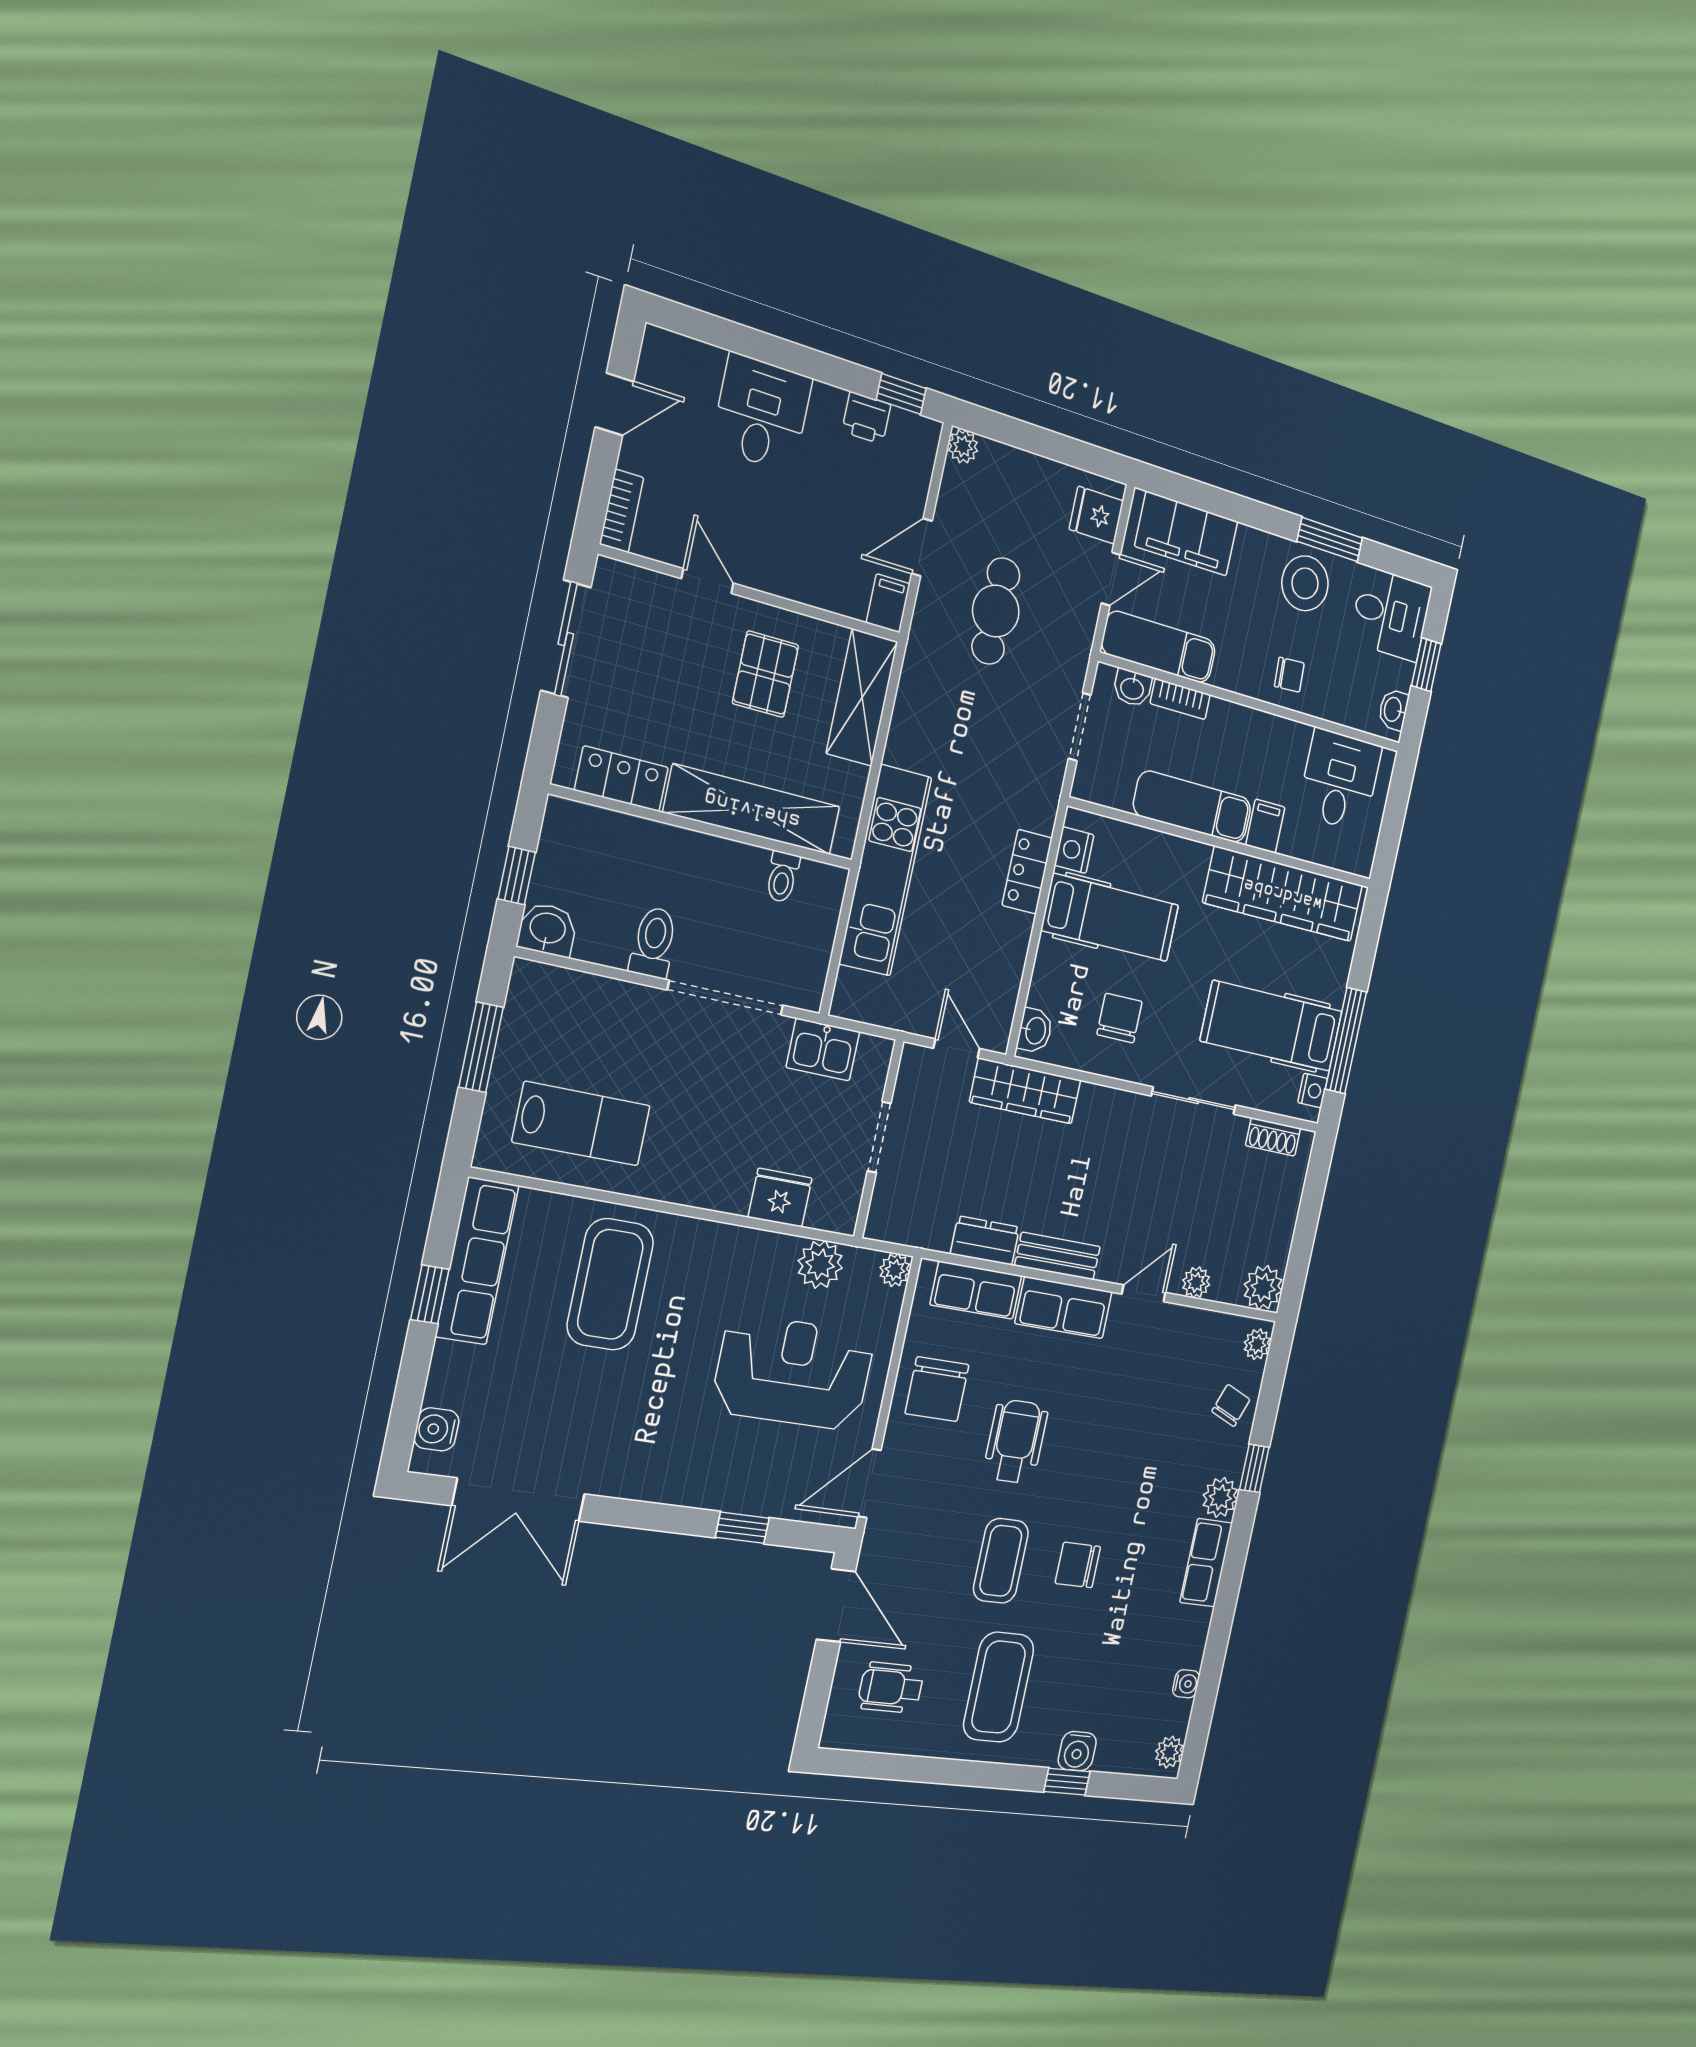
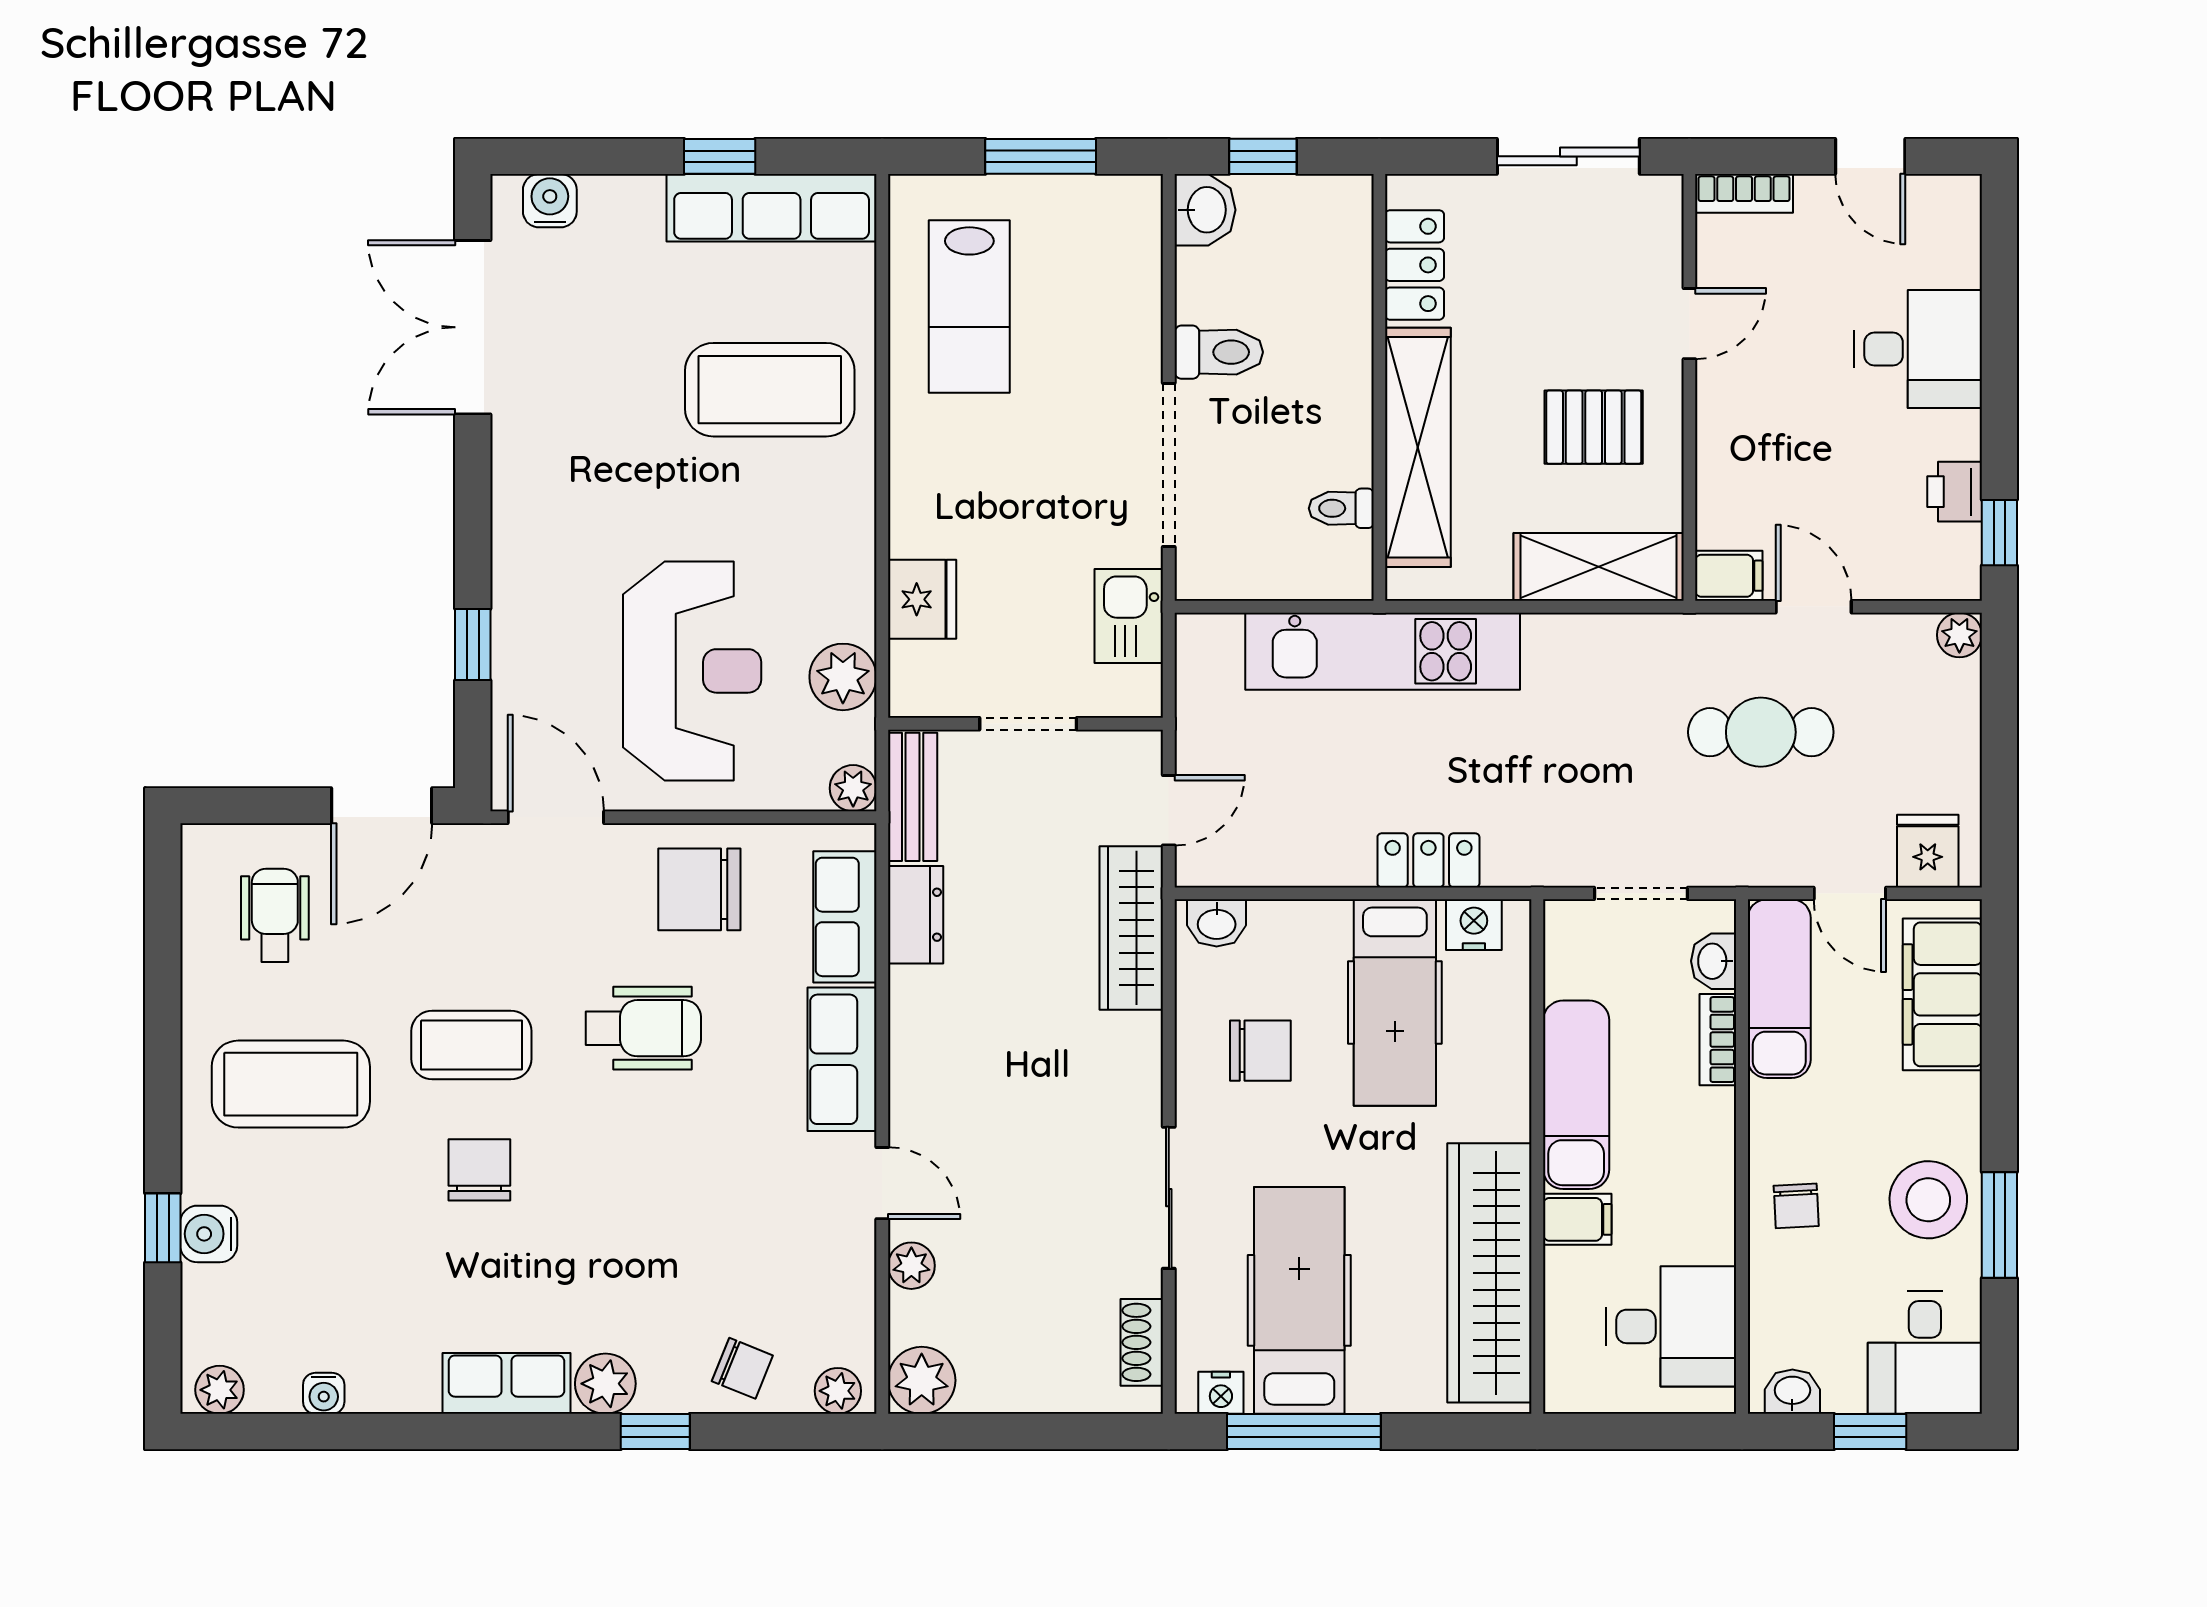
bench: (1058, 1256) -> (913, 797), moved

